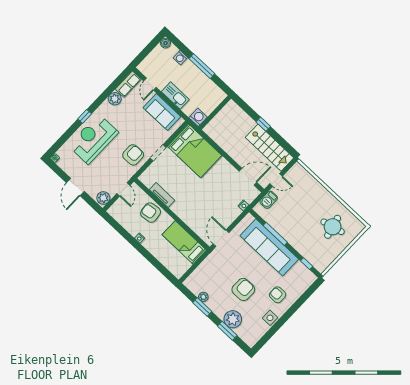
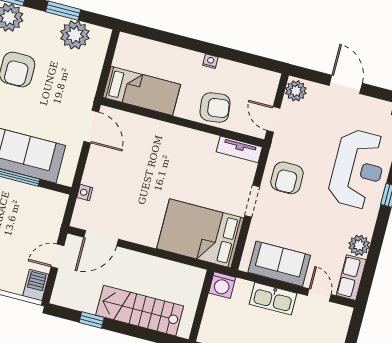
window: (263, 124) -> (92, 320), moved
stairs: (270, 148) -> (140, 311), moved
tv unit: (162, 195) -> (239, 149), moved
barbecue: (269, 200) -> (36, 285), moved
plant: (203, 297) -> (75, 35), width x1.88, depth x1.88

